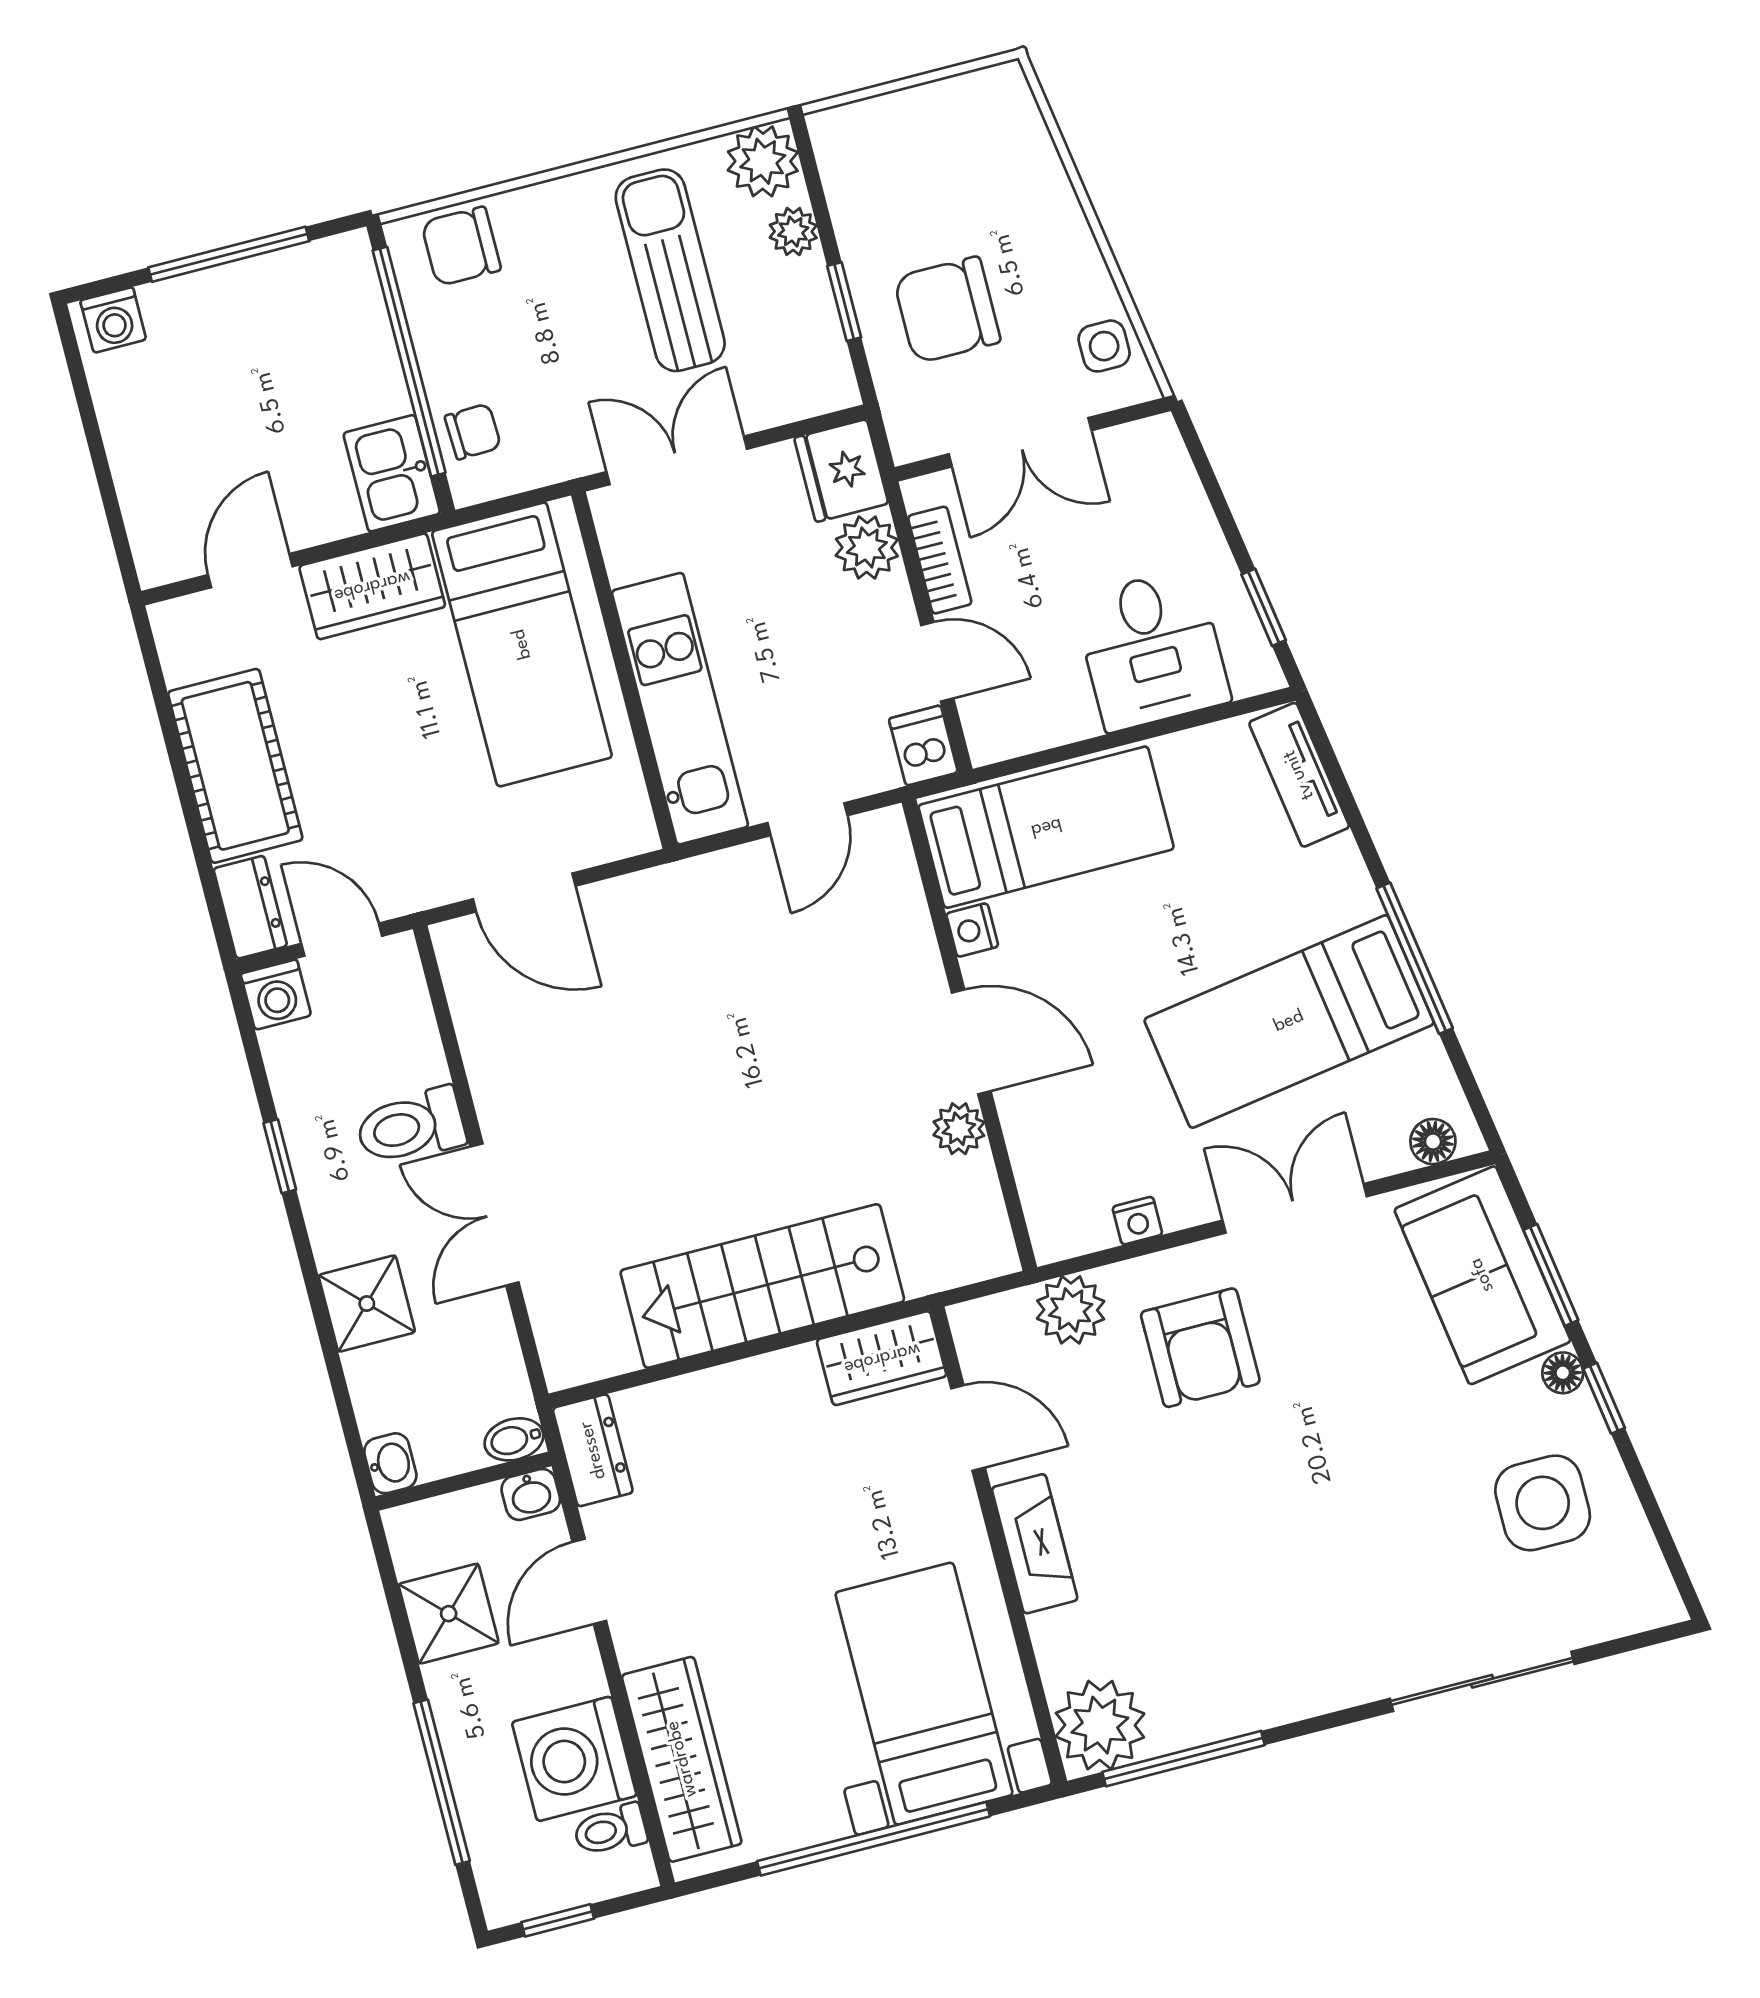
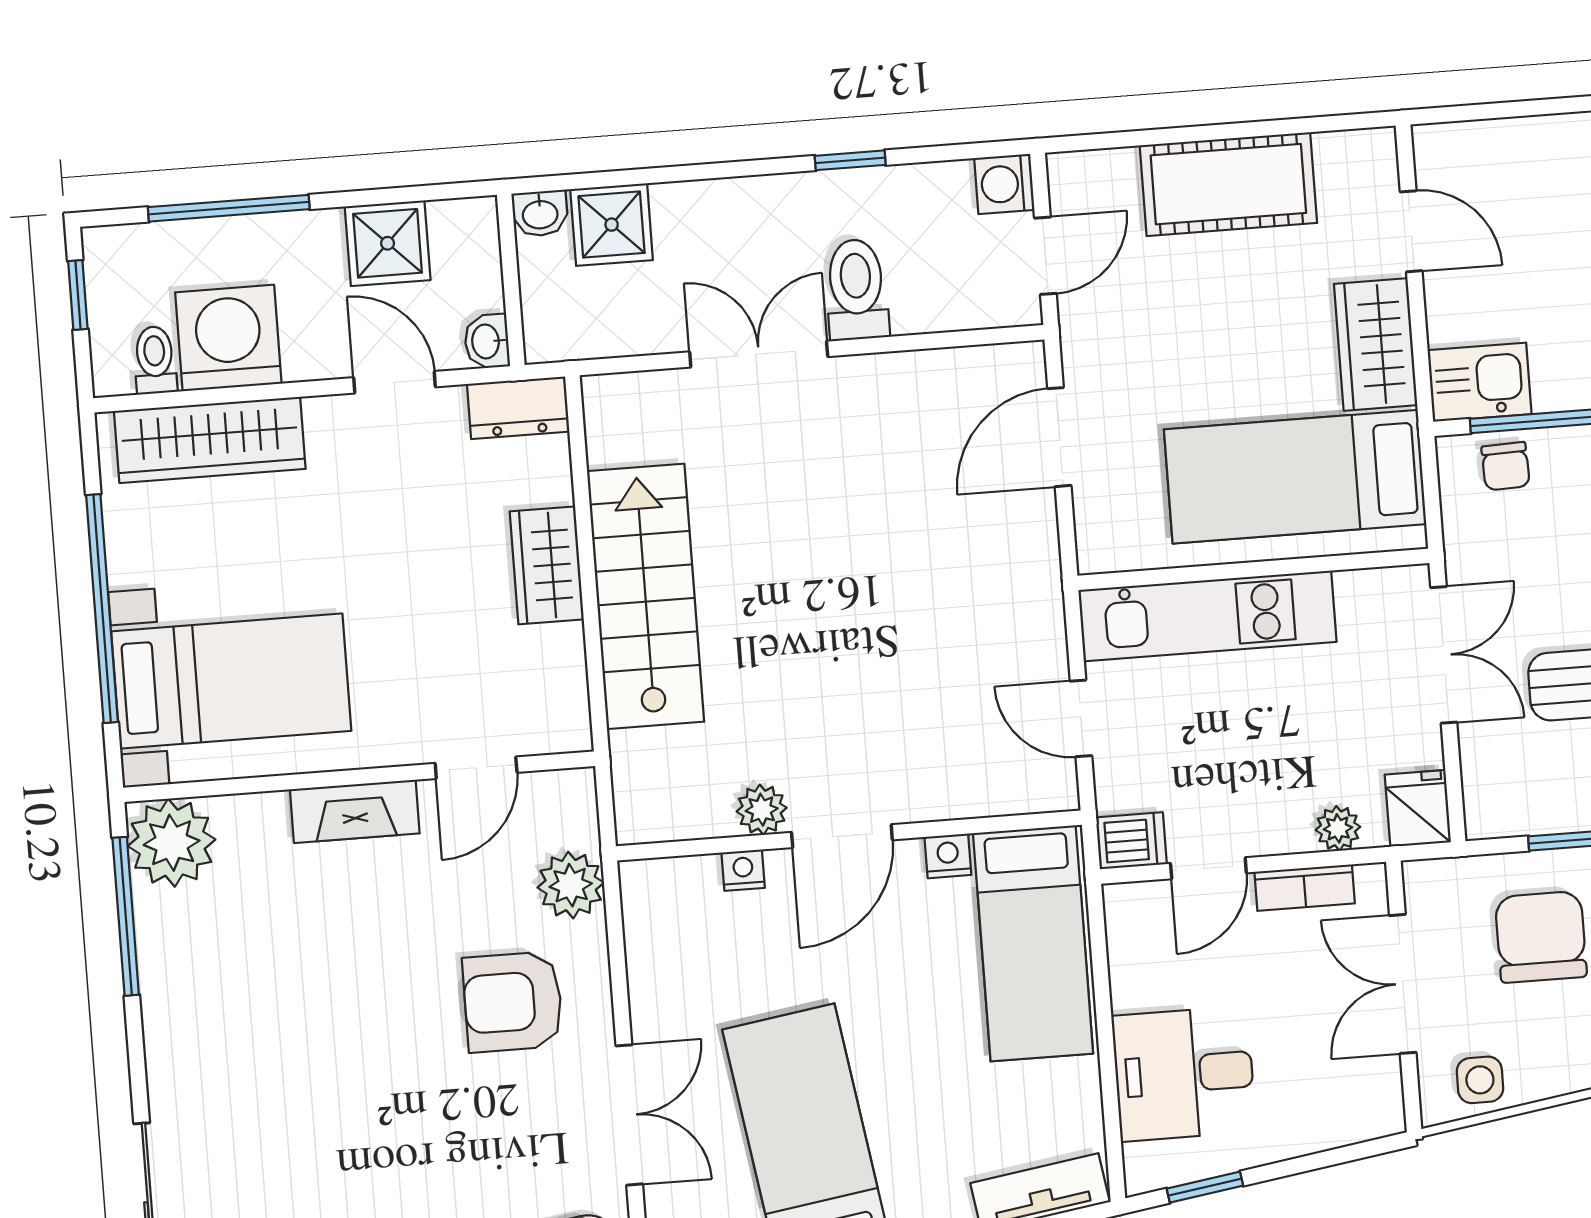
fridge: (841, 471) -> (1418, 808), width x0.72
plant: (867, 548) -> (1338, 828), width x0.73, depth x0.73
dresser: (250, 907) -> (1092, 174), removed
nightstand: (1137, 1221) -> (743, 870), moved, turned 90
shower: (367, 1304) -> (612, 225), moved
wardrobe: (882, 1358) -> (547, 565), moved
bidet: (514, 1439) -> (542, 335), removed

